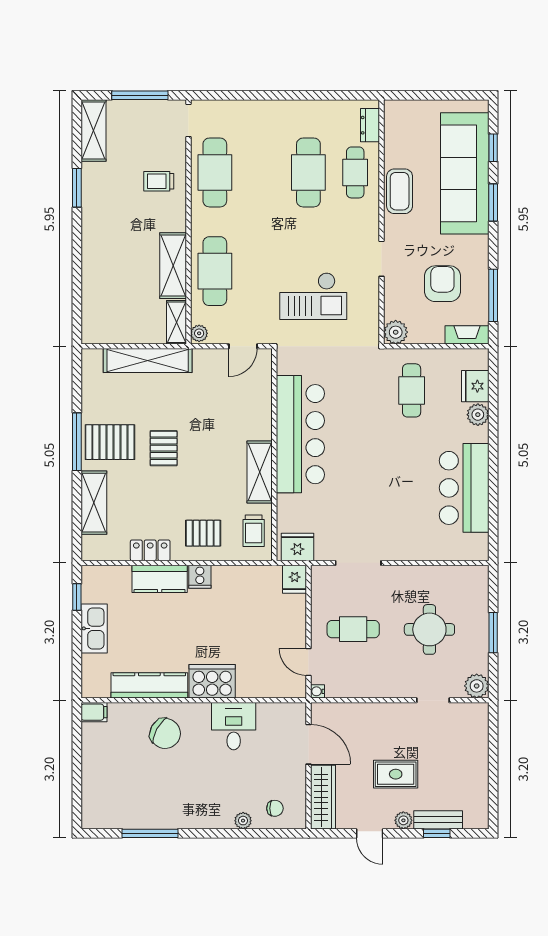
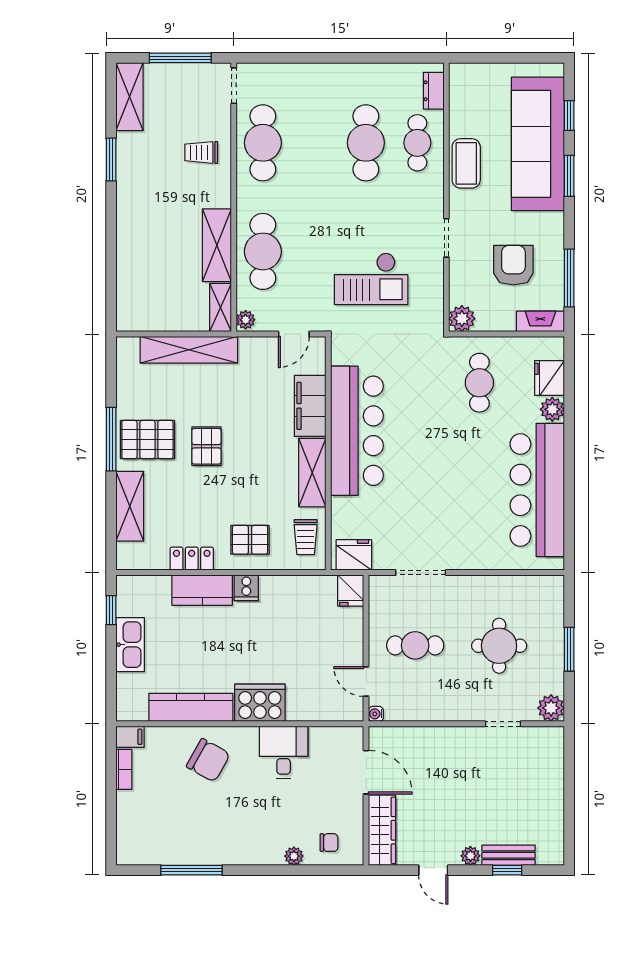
filing cabinet: (258, 411) -> (310, 406), added
bar counter: (464, 488) -> (537, 490), width x1.36
bookcase: (88, 742) -> (124, 769), added
rug: (396, 774) -> (462, 805), removed

